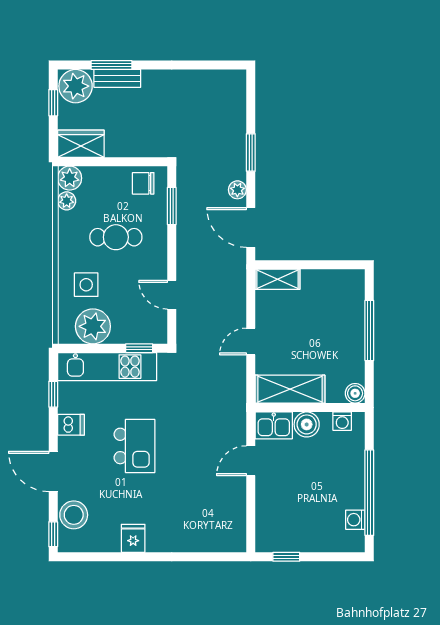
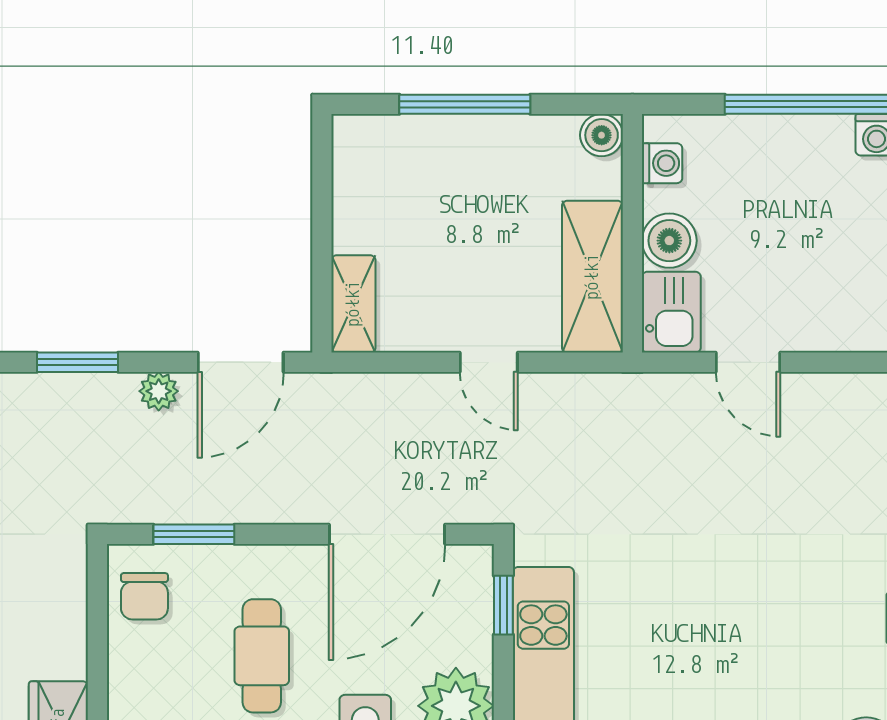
door: (172, 295) -> (387, 534), width x1.88
kitchen island: (134, 446) -> (716, 615), removed

